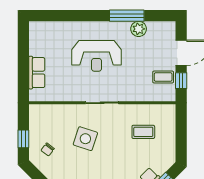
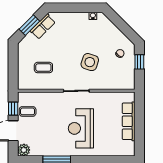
plant: (139, 29) -> (24, 150), moved
reception desk: (96, 56) -> (81, 128), turned -90
row of seats: (37, 73) -> (129, 121), width x1.48

